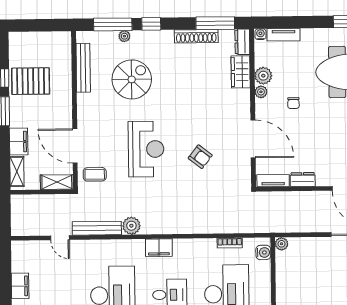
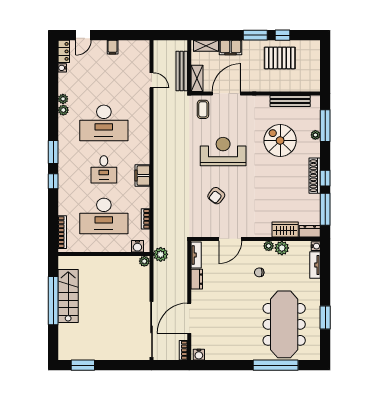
window: (151, 24) -> (325, 178), moved
shoe rack: (196, 36) -> (315, 176), moved
spiral stairs: (132, 79) -> (280, 141), turned 180
pallet: (31, 81) -> (280, 58), turned 90
door: (253, 139) -> (230, 239), width x0.73
reception desk: (146, 149) -> (223, 152), turned 180
plant: (131, 226) -> (161, 254), moved
bench: (97, 228) -> (182, 71), moved
door: (60, 238) -> (152, 80), swing flipped
filing cabinet: (159, 248) -> (142, 175), moved
filing cabinet: (20, 286) -> (113, 47), width x0.50

